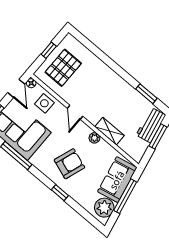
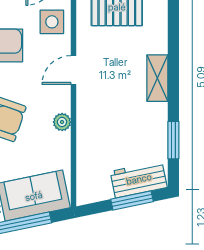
shelving: (109, 131) -> (157, 78), moved

